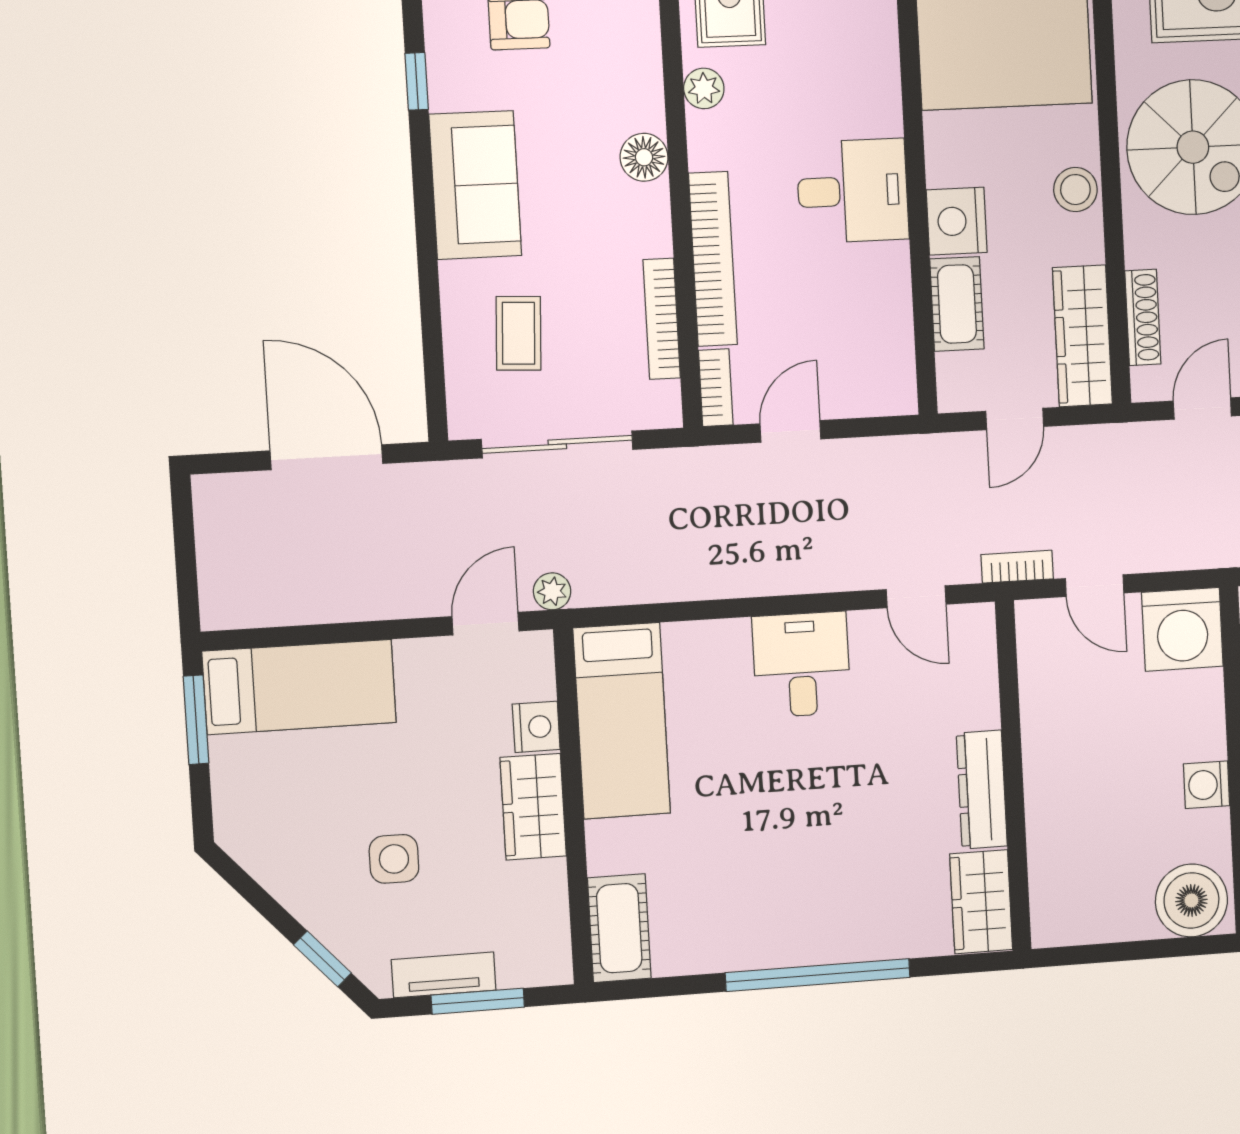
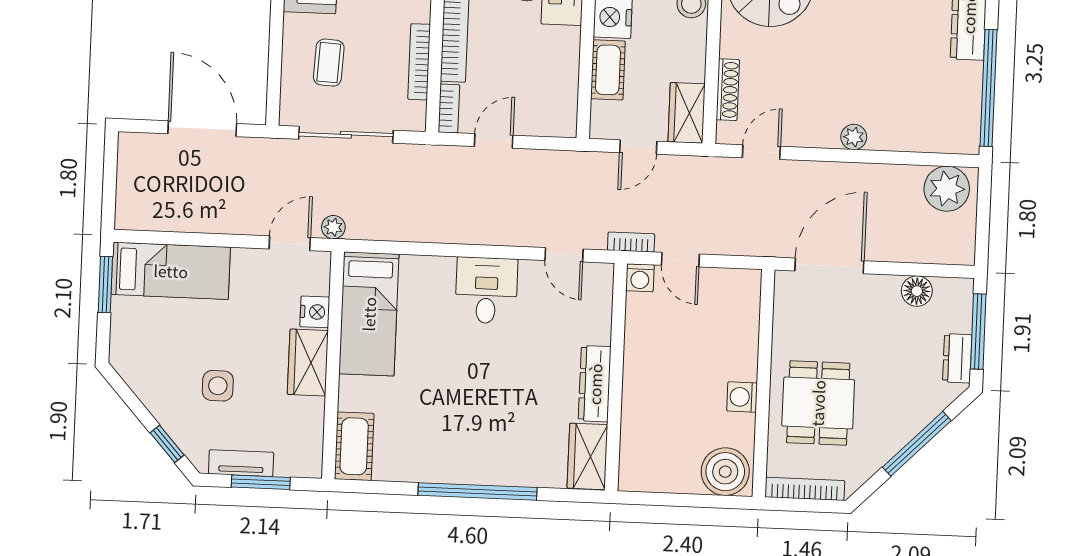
wardrobe: (1082, 336) -> (687, 113), width x0.67
washing machine: (1182, 629) -> (640, 278), moved, width x0.53, depth x0.53

